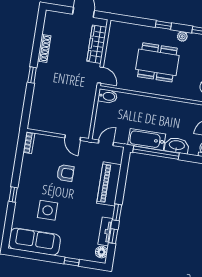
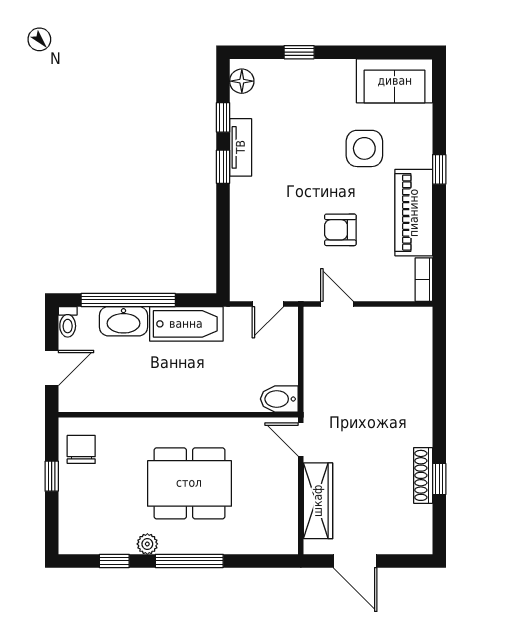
window: (163, 25) -> (189, 561), width x2.17
window: (32, 75) -> (439, 479), moved
window: (156, 153) -> (128, 300), moved
piano: (109, 184) -> (414, 213), moved, turned 180
tv unit: (105, 231) -> (241, 147), moved
sofa: (35, 242) -> (395, 81), width x0.73

